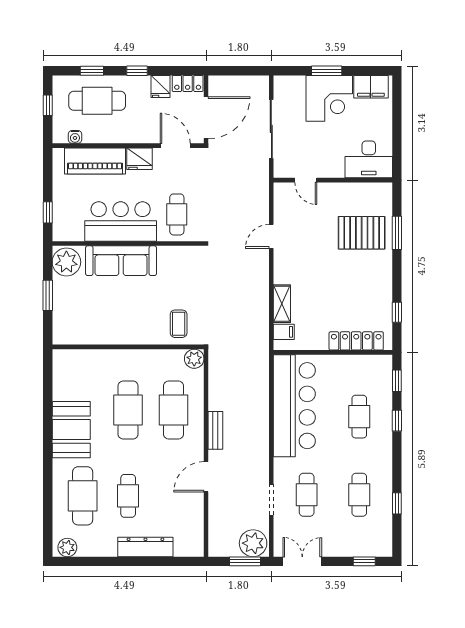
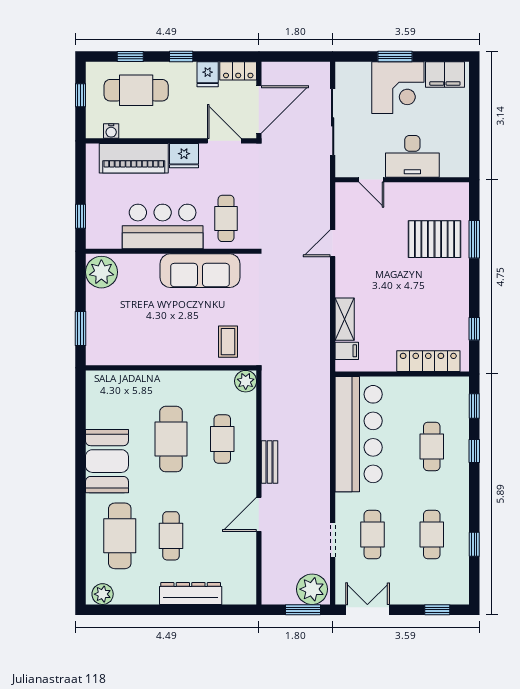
desk: (369, 159) -> (412, 156), moved
sofa: (121, 261) -> (200, 271), moved
window: (48, 295) -> (80, 329), moved
cafe table: (174, 410) -> (222, 439), width x0.73, depth x0.74

